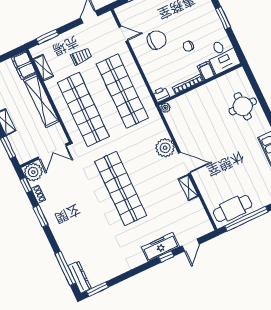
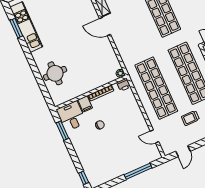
window: (223, 18) -> (62, 131), moved
chair: (157, 40) -> (126, 131), removed
plant: (165, 148) -> (121, 40), removed

